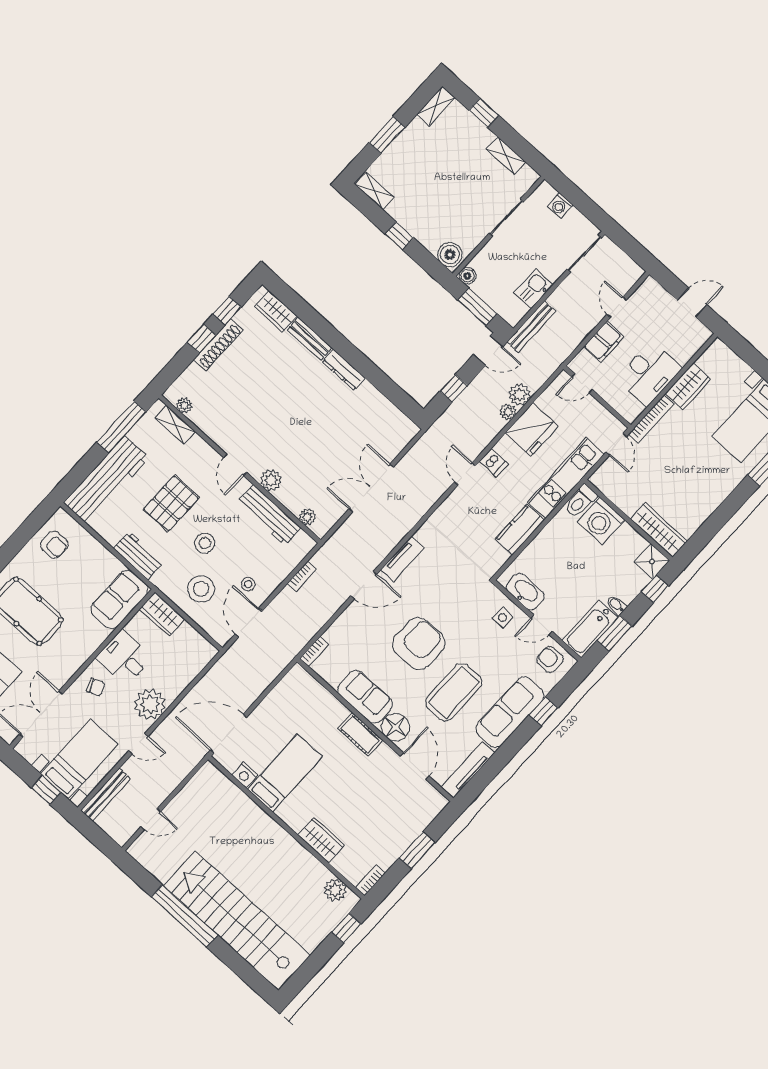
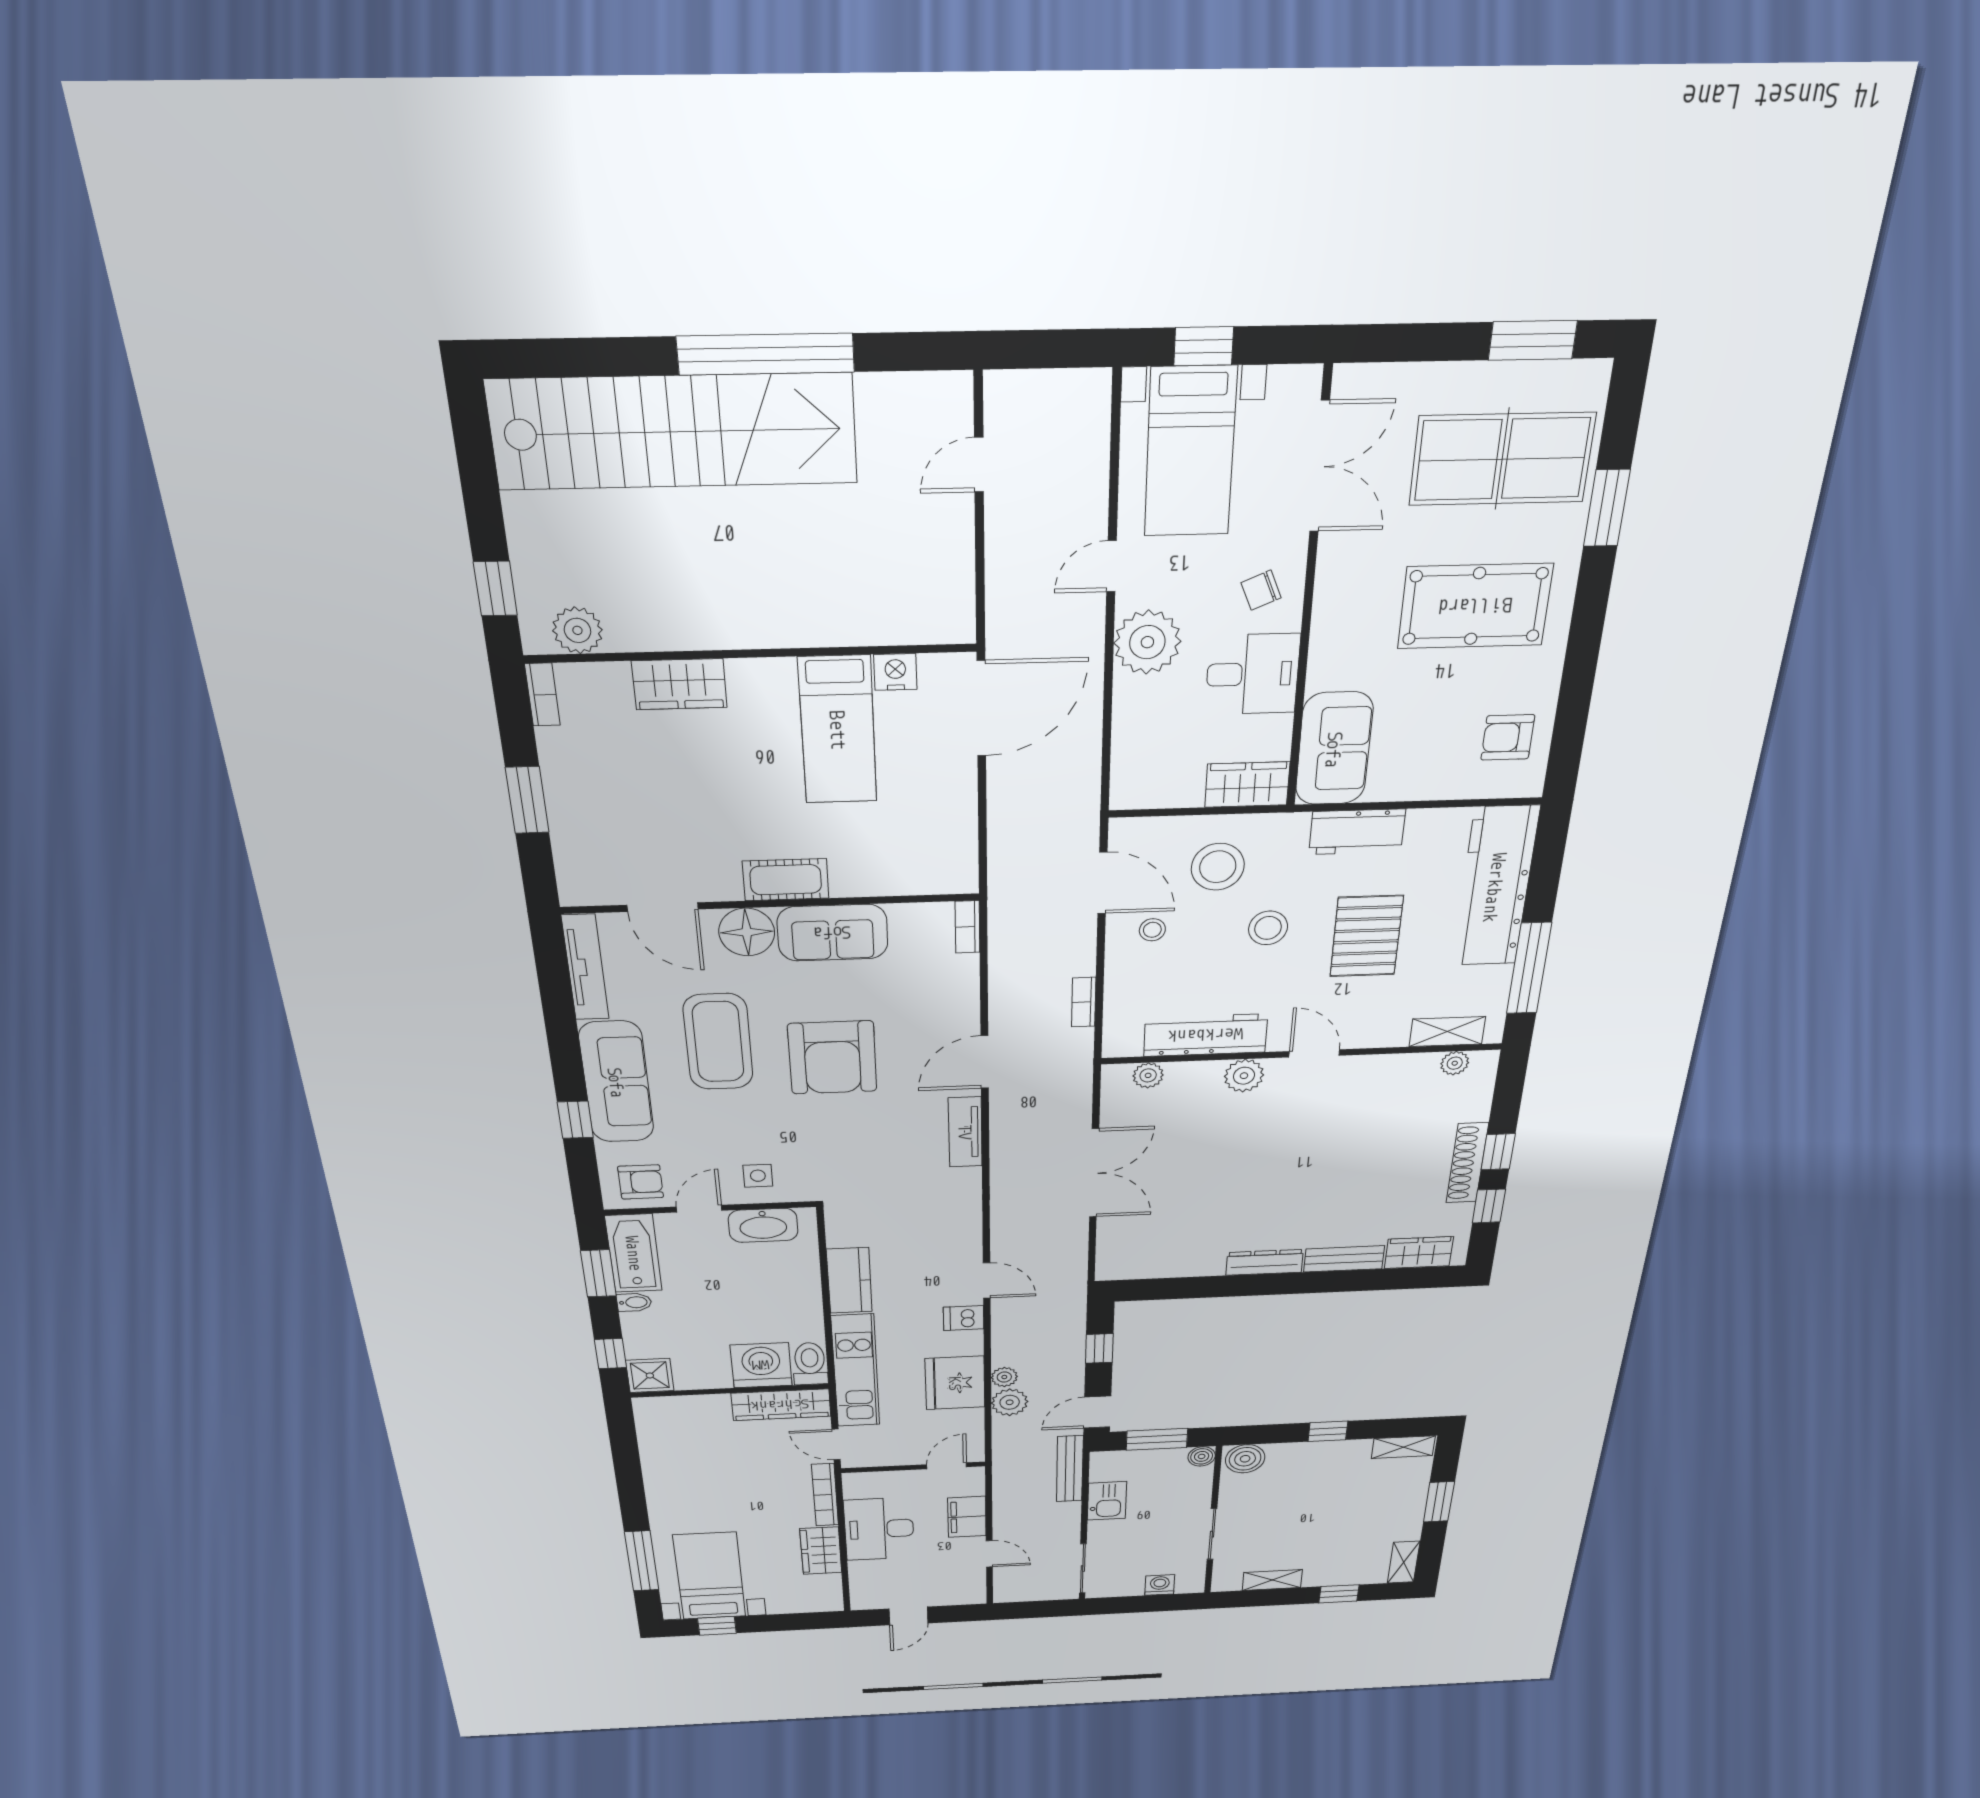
wardrobe: (659, 530) -> (781, 1405), moved
bench: (106, 795) -> (1093, 434), removed

